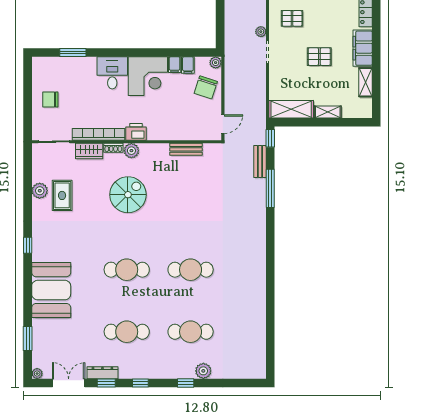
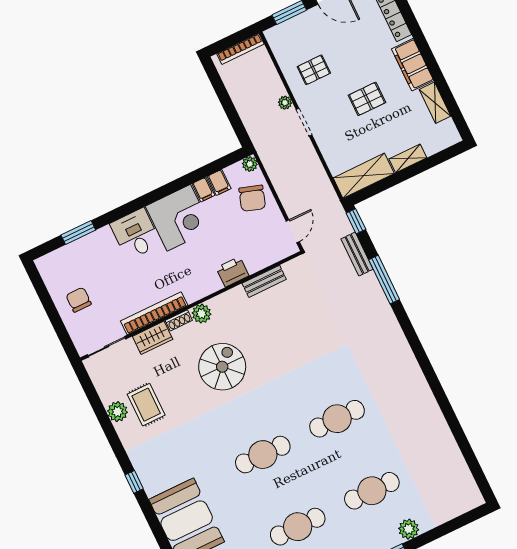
chair: (50, 99) -> (79, 300), turned 90
printer: (136, 132) -> (232, 272), moved

